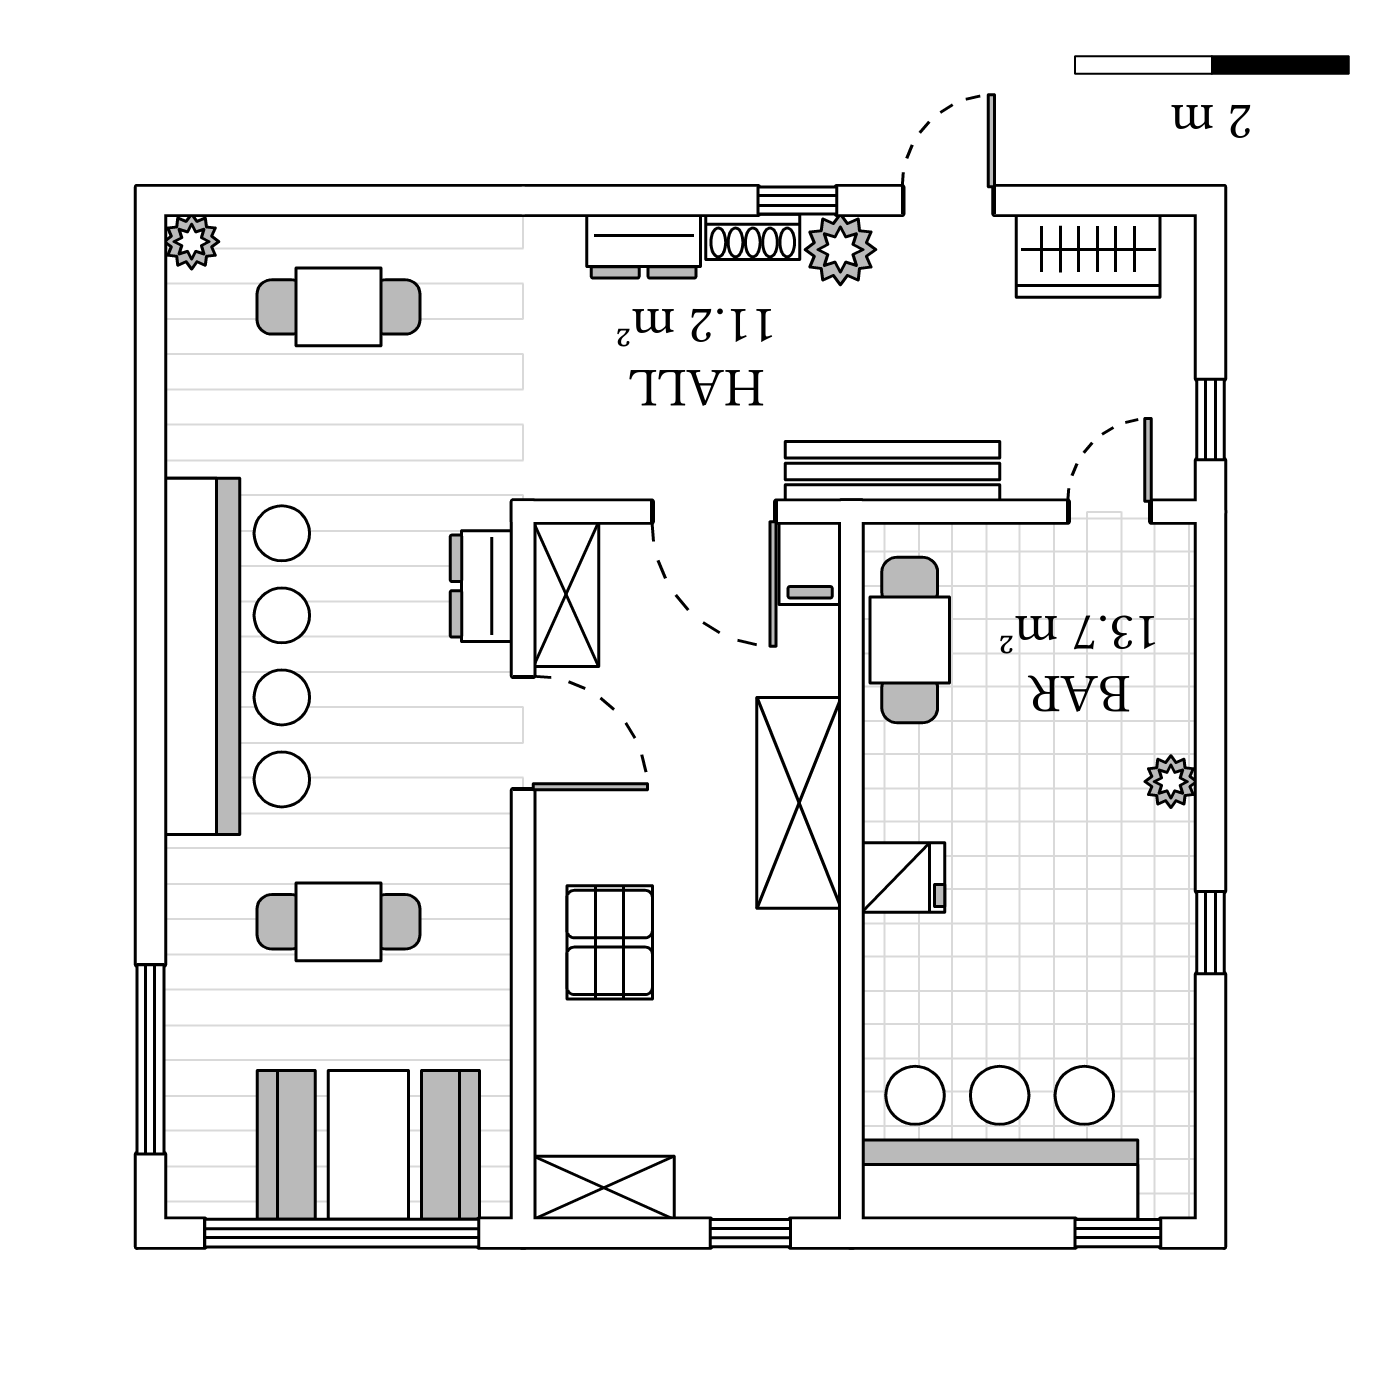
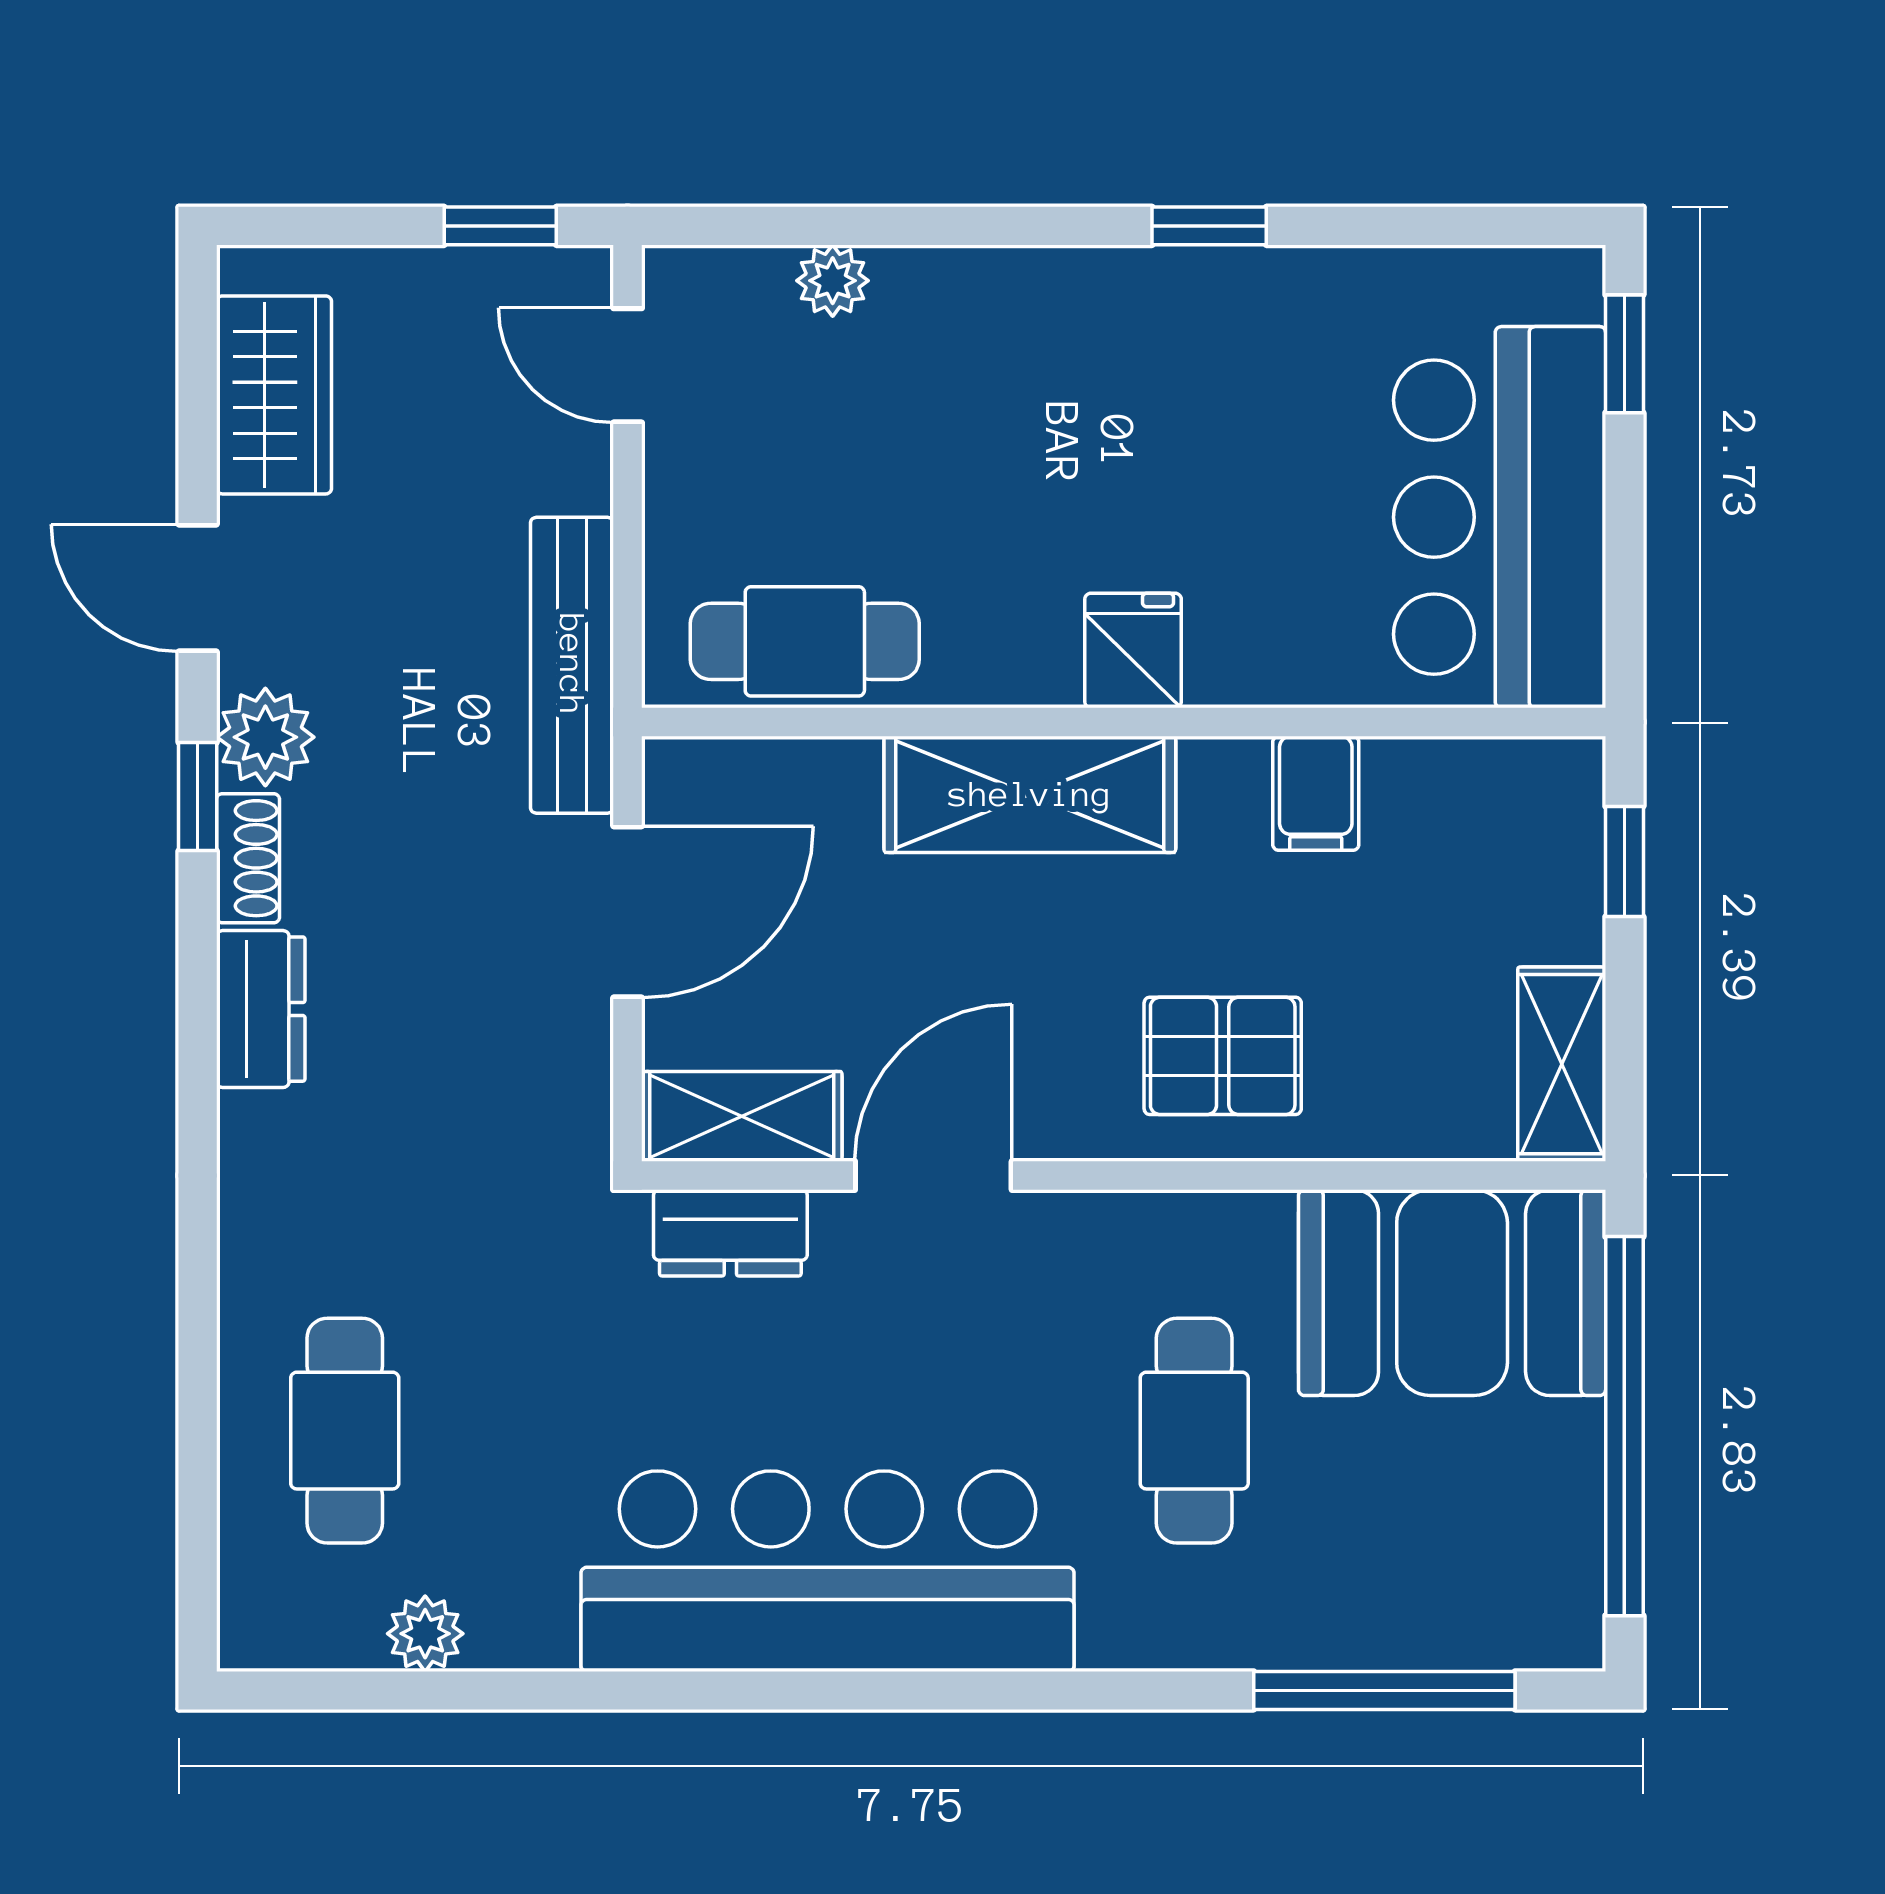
plant: (192, 242) -> (425, 1634), moved
filing cabinet: (810, 563) -> (1316, 793), moved, turned 90
plant: (1171, 782) -> (833, 281), moved
booth: (368, 1145) -> (1452, 1293), moved, turned 90

